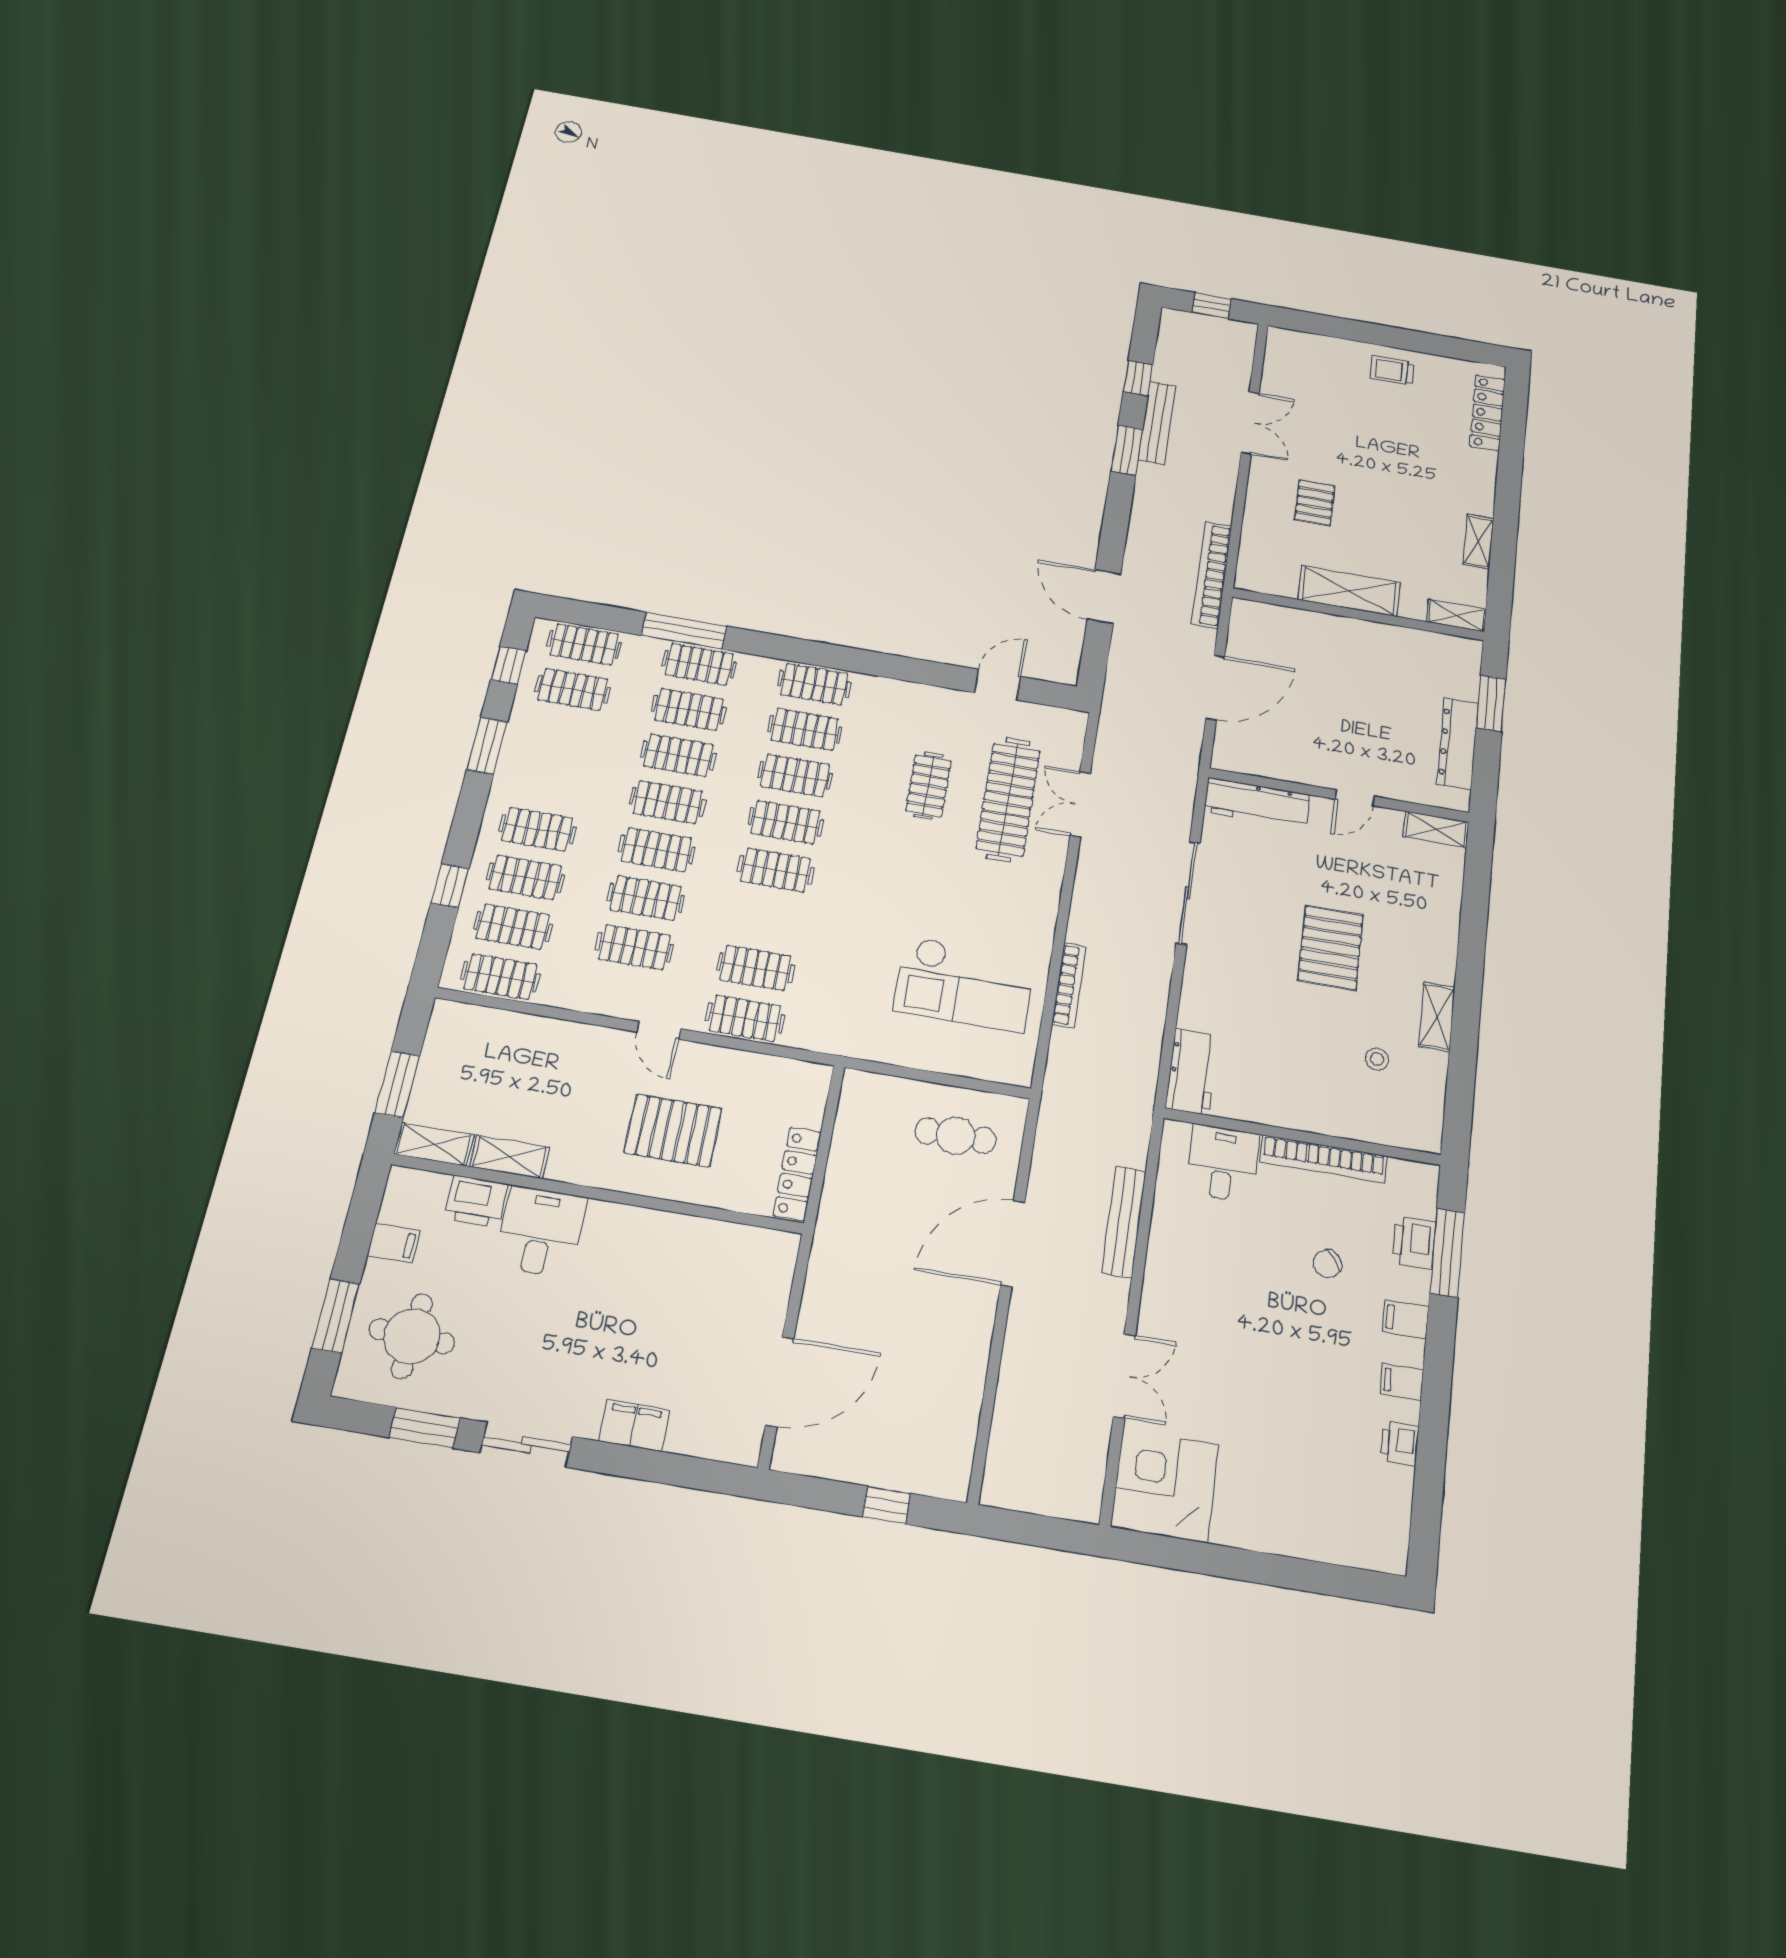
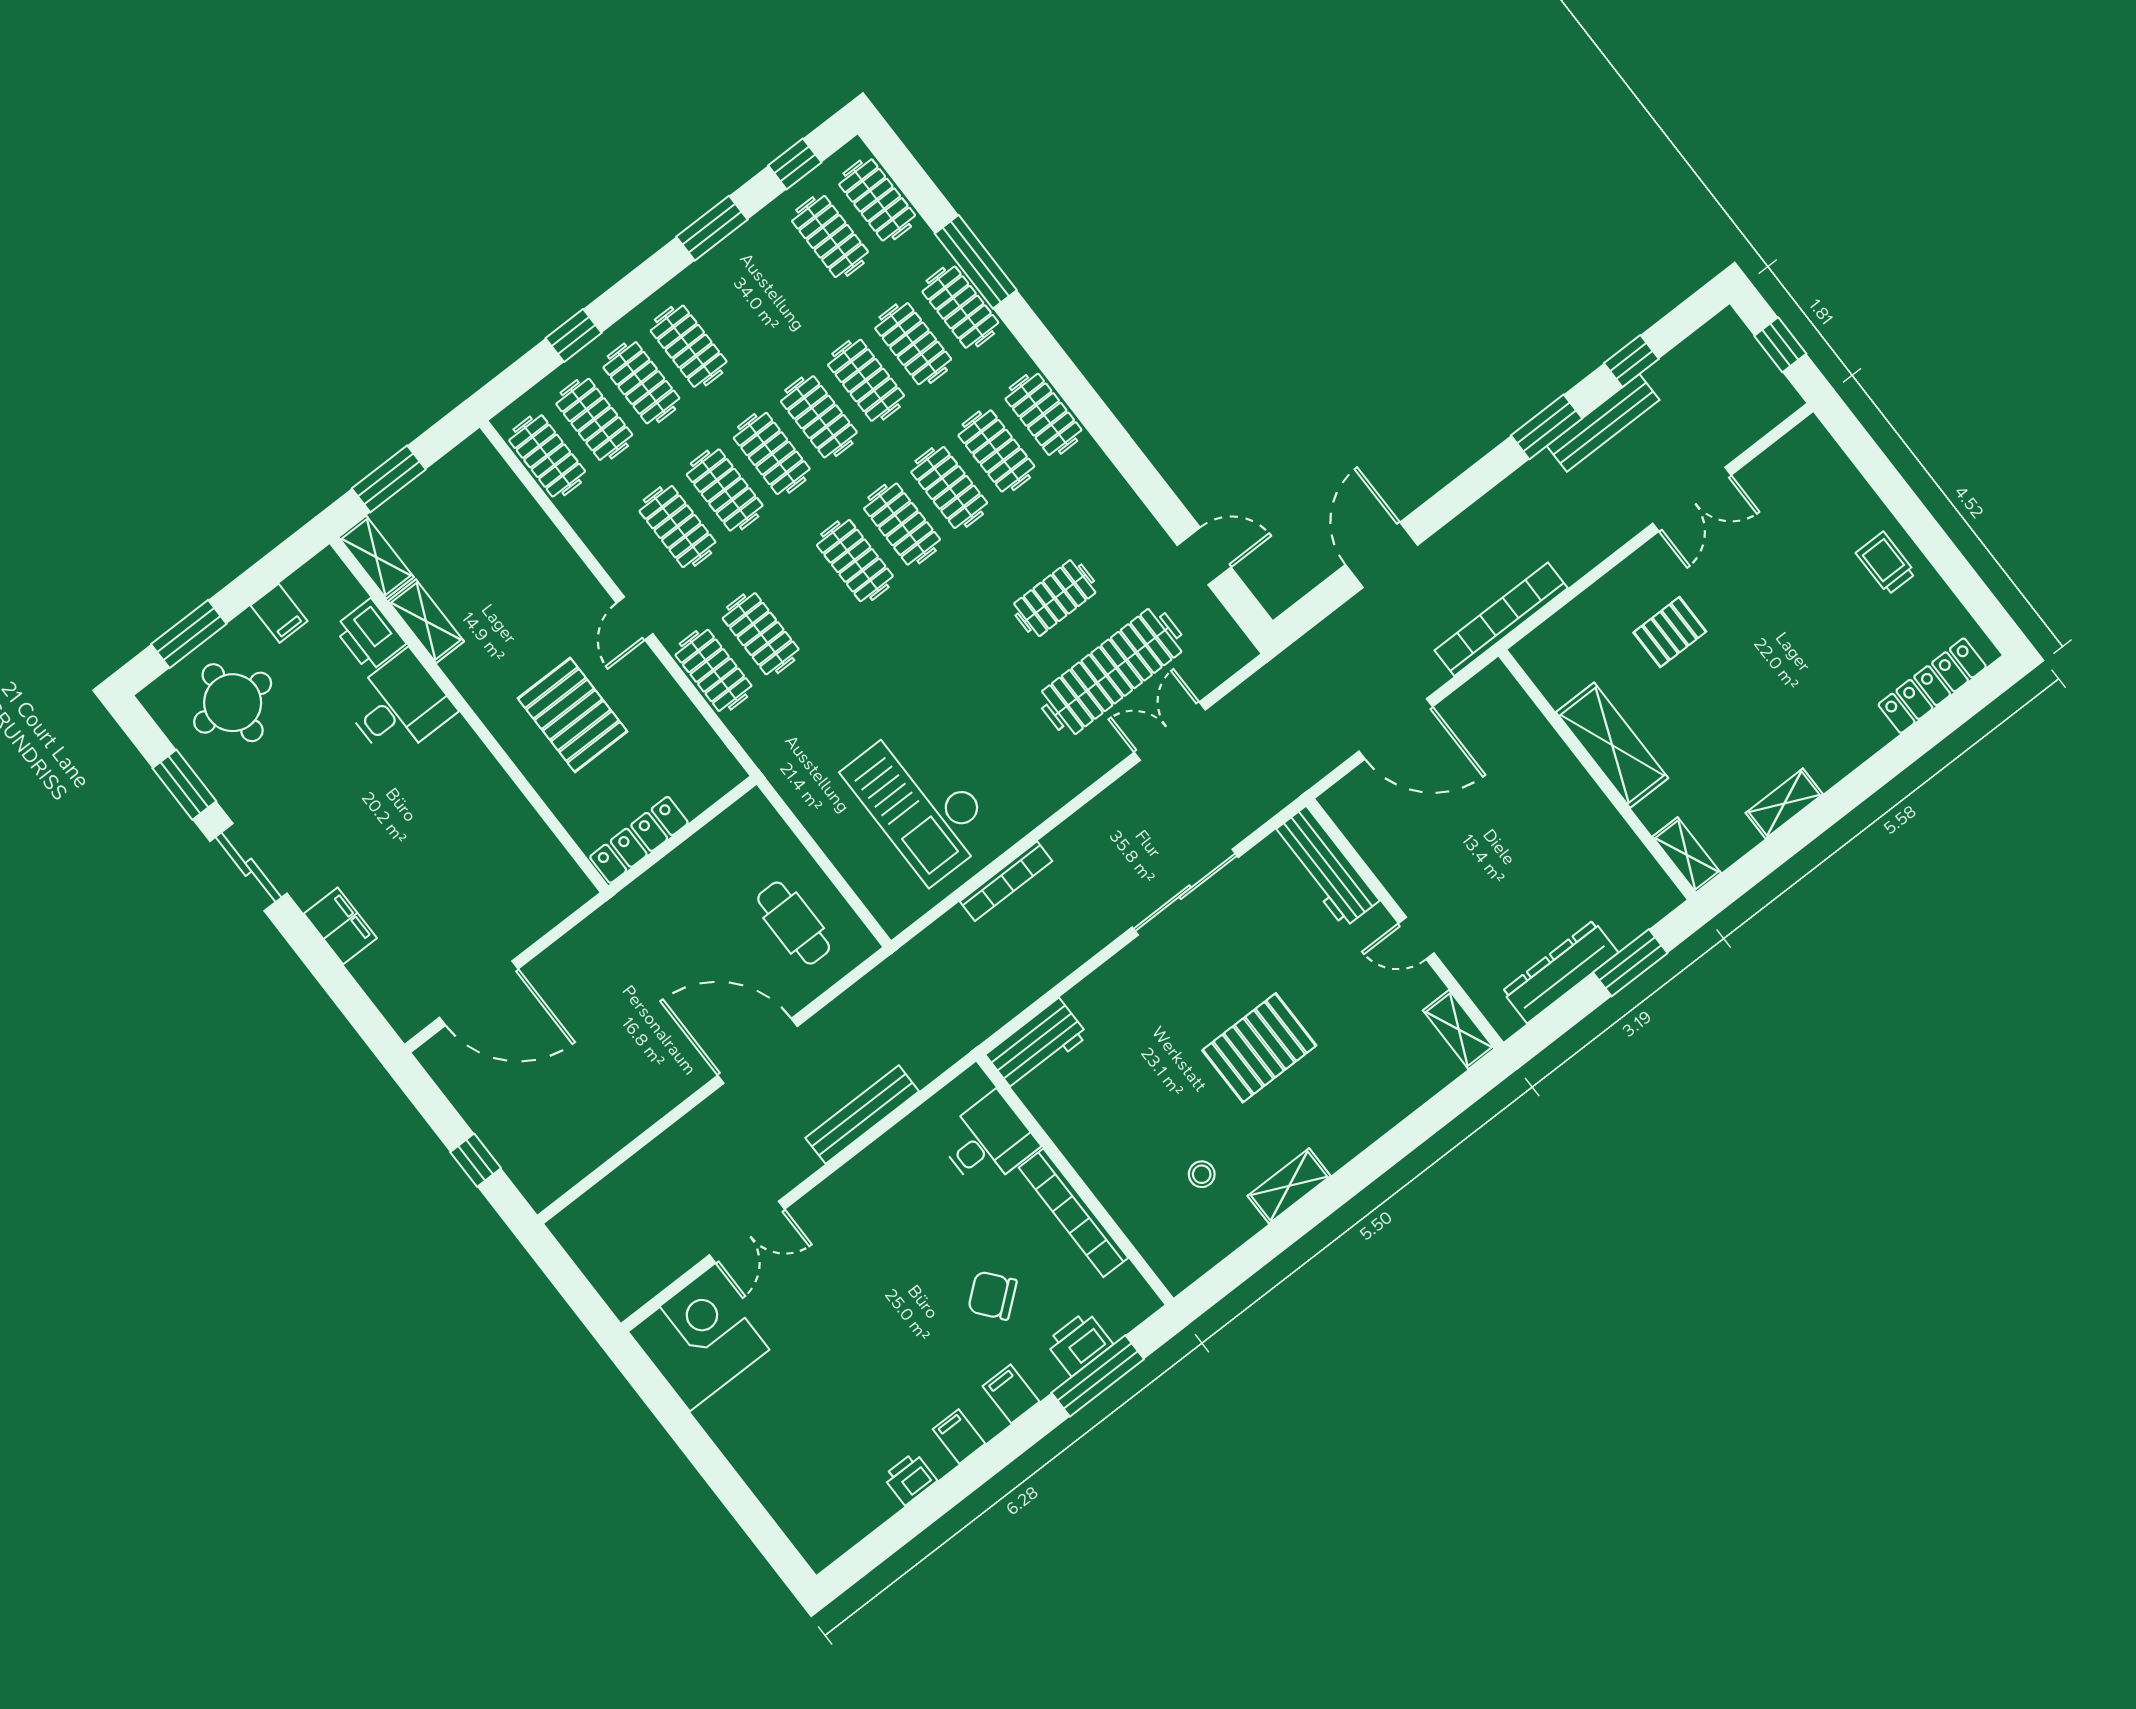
chair: (1327, 1264) -> (992, 1296), width x1.37, depth x1.37

